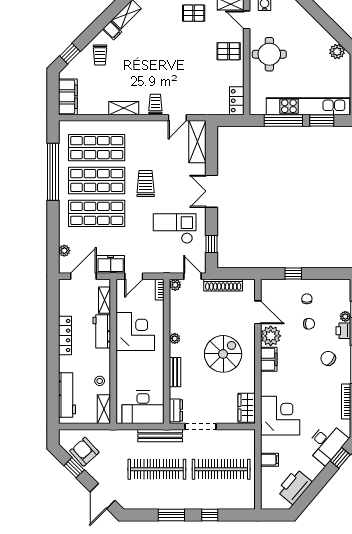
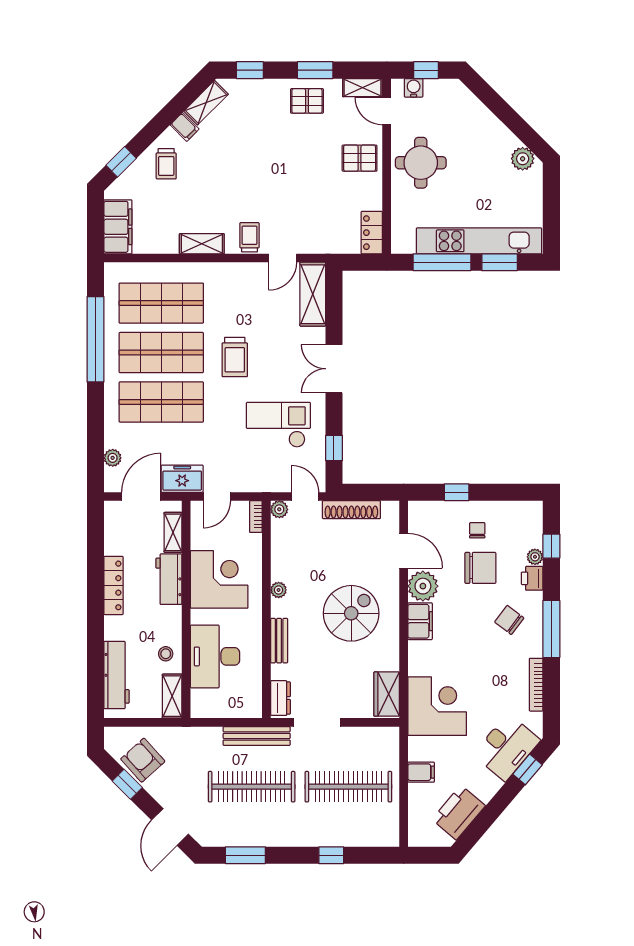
trolley: (146, 183) -> (235, 357), turned 180
chair: (309, 324) -> (480, 568), width x1.87, depth x1.87
desk: (143, 407) -> (215, 656), moved, turned 90
window: (171, 515) -> (245, 855), moved

